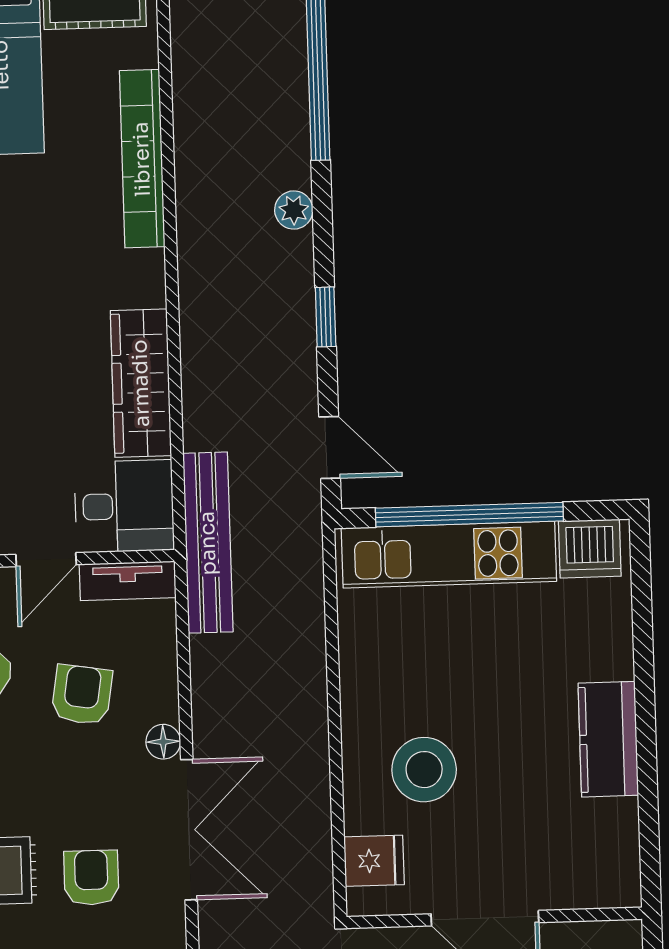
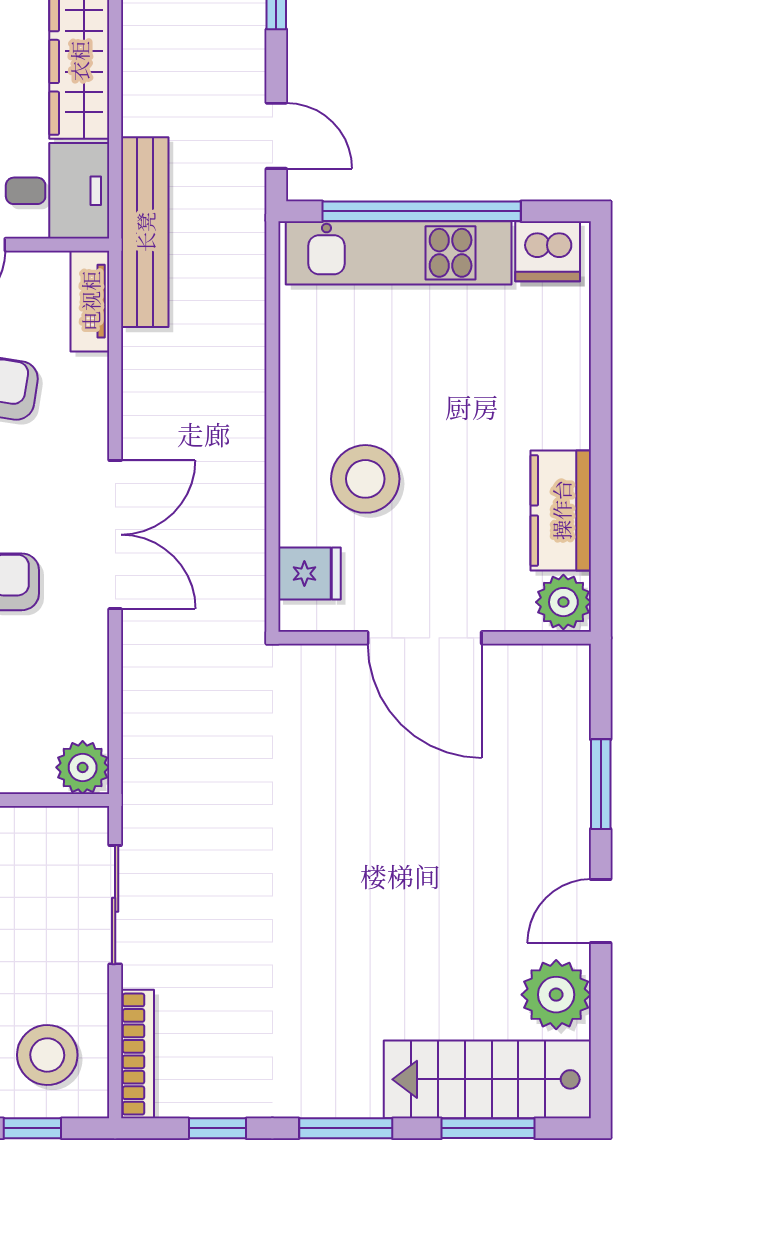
tv unit: (128, 581) -> (90, 301), moved, turned 90
kitchen counter: (608, 739) -> (561, 510), moved
floor lamp: (163, 742) -> (91, 441), removed
plant: (615, 880) -> (563, 602), added

